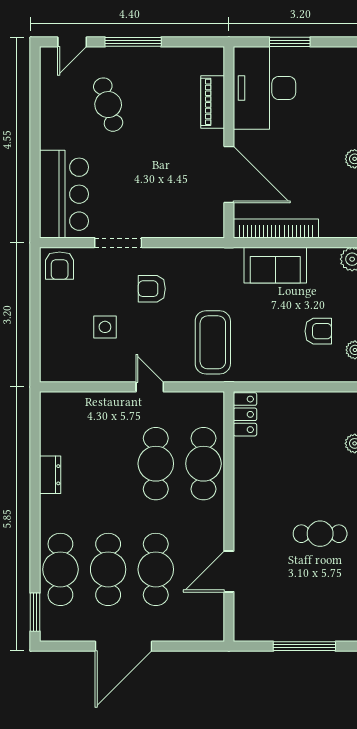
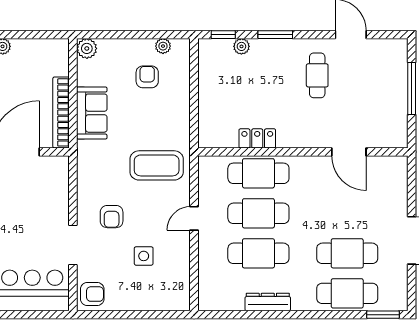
locker: (245, 414) -> (257, 138), moved
dresser: (50, 475) -> (268, 302), width x1.44
cafe table: (156, 569) -> (258, 253), moved

